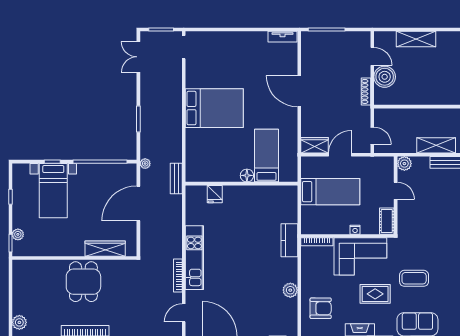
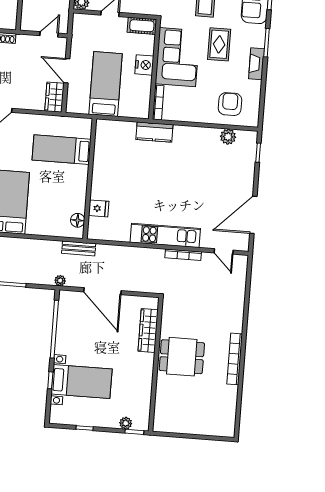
floor lamp: (247, 175) -> (78, 220), moved
nightstand: (355, 230) -> (144, 65), width x1.89, depth x1.79
plant: (290, 290) -> (228, 137), moved
plant: (19, 322) -> (220, 429), removed

